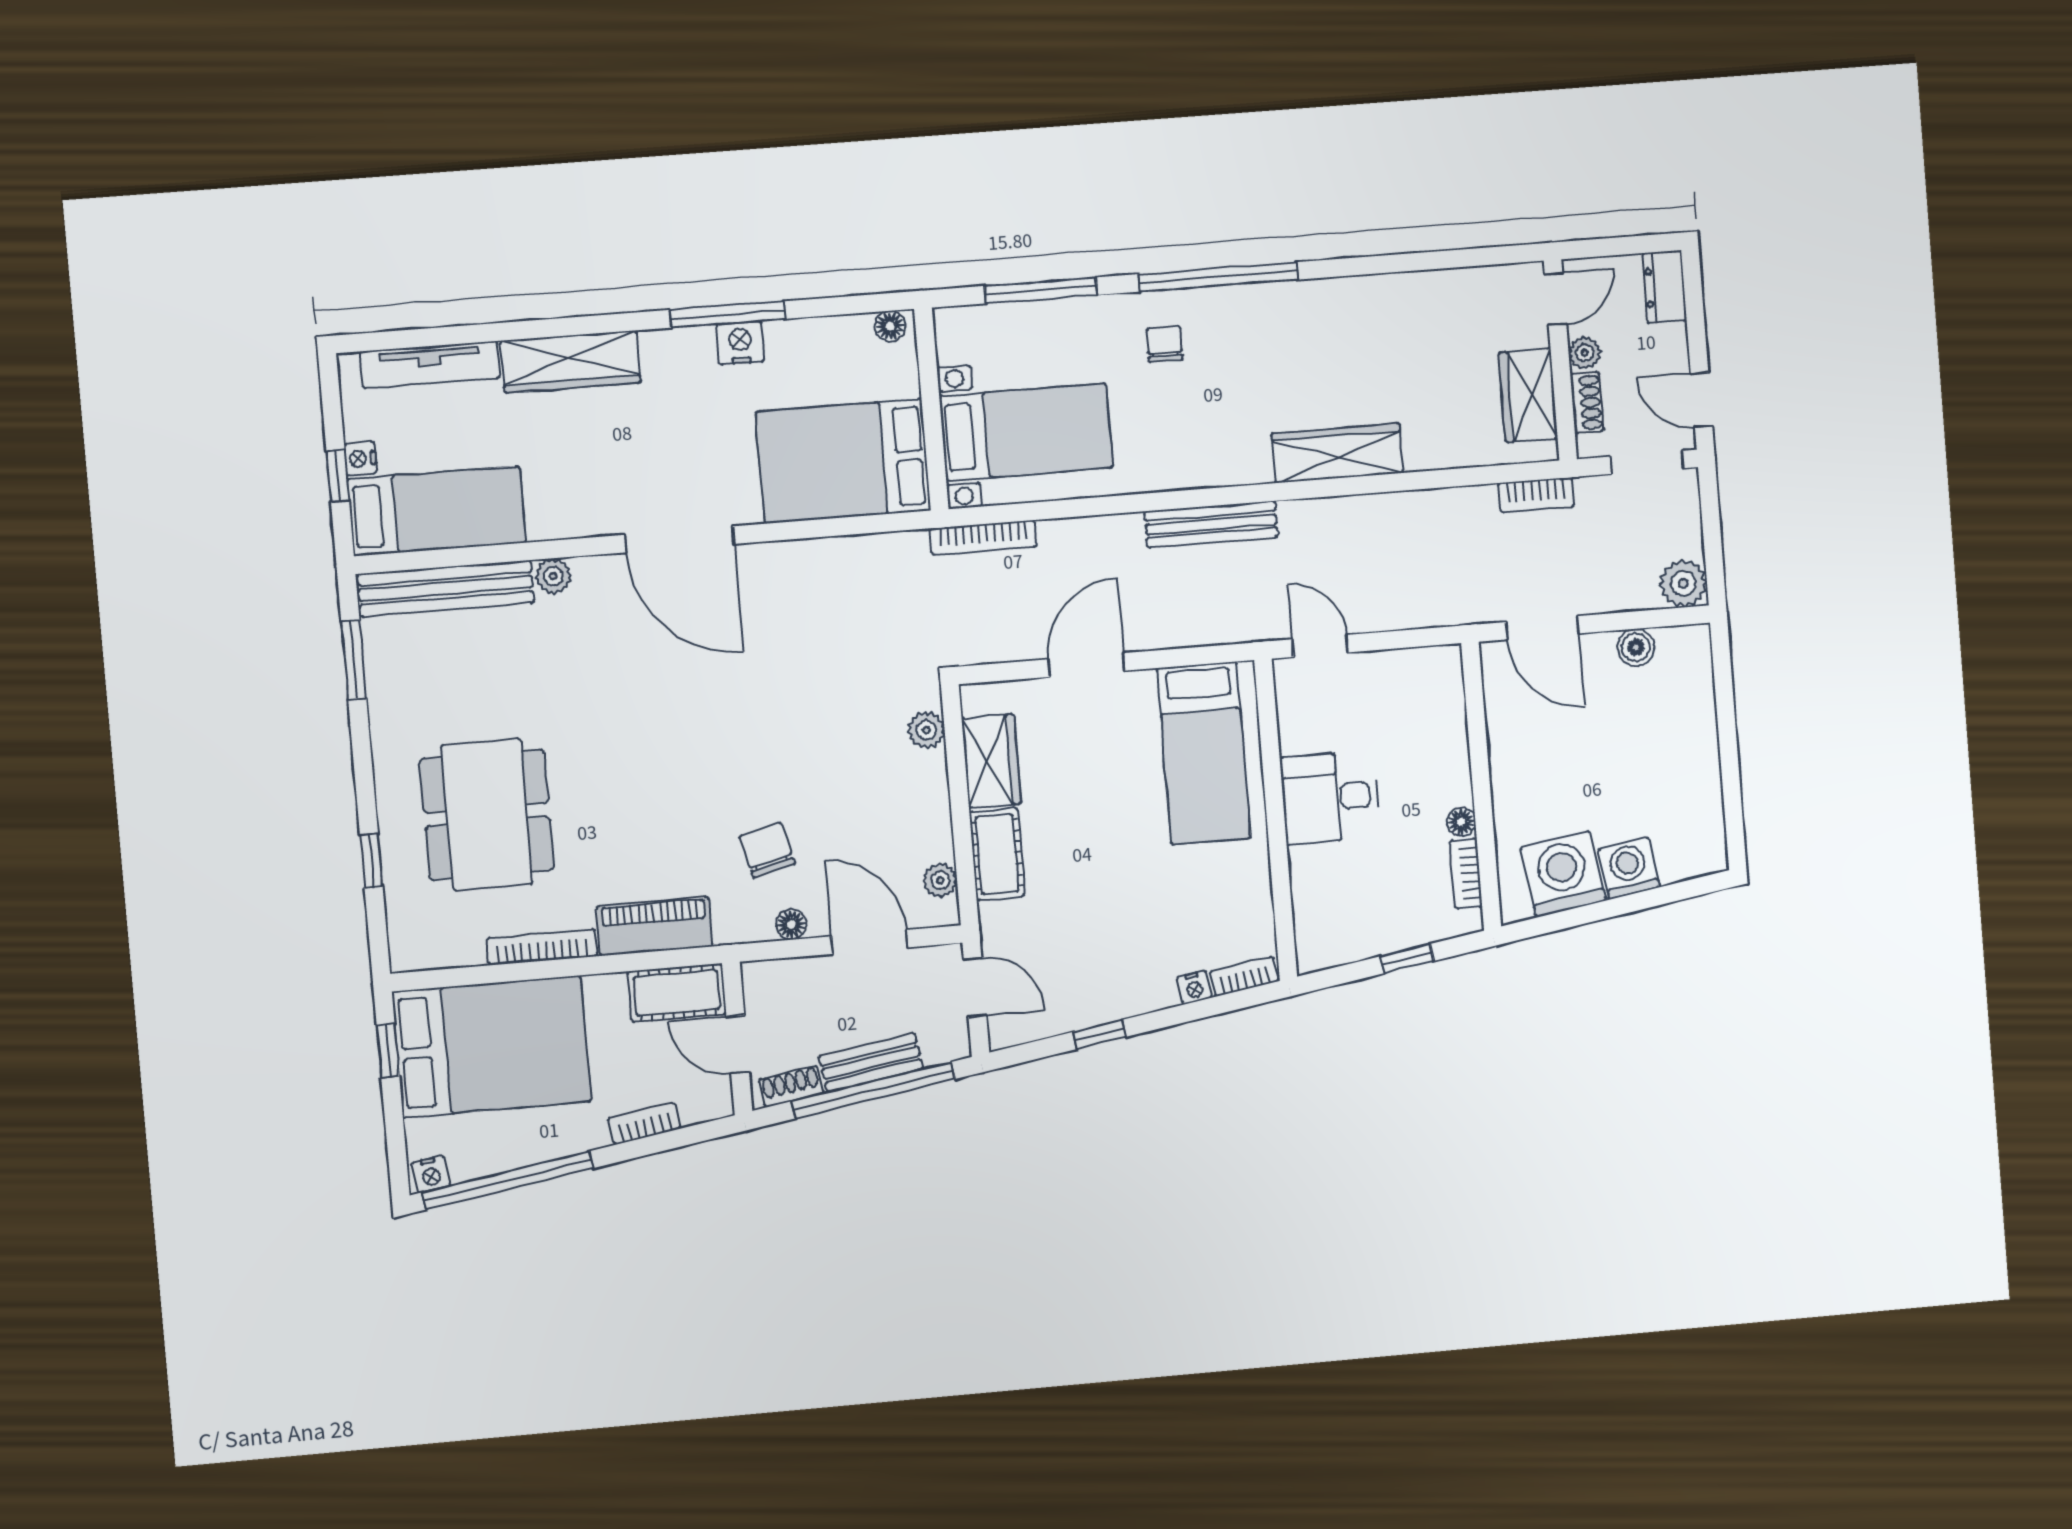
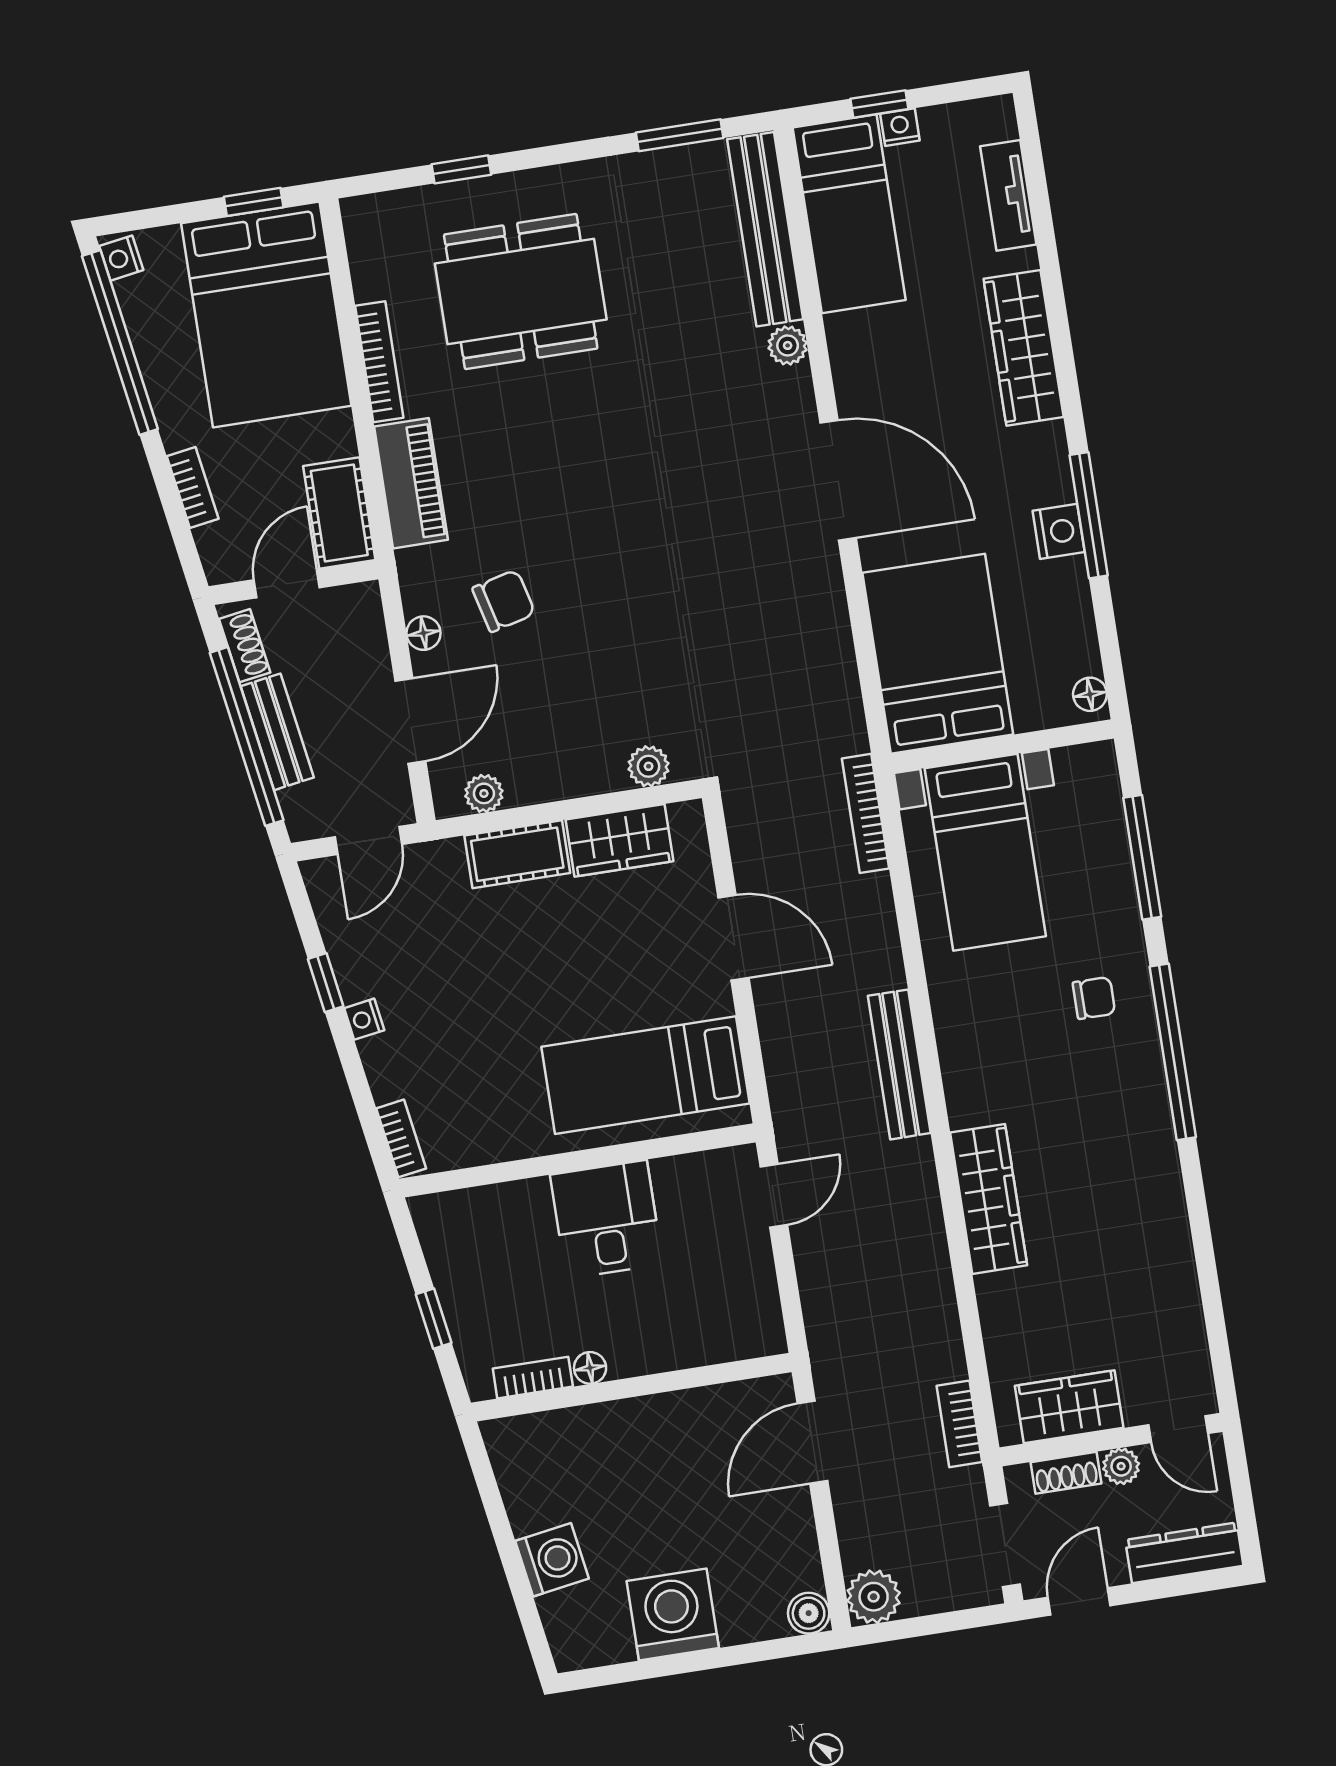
dresser: (1665, 287) -> (1184, 1553), width x1.44
tv unit: (430, 365) -> (1008, 195), width x0.71
door: (679, 539) -> (838, 480), swing flipped
boiler: (1636, 647) -> (809, 1613), moved
washing machine: (1563, 874) -> (673, 1614), moved, turned -81
nightstand: (1194, 987) -> (364, 1019), moved

